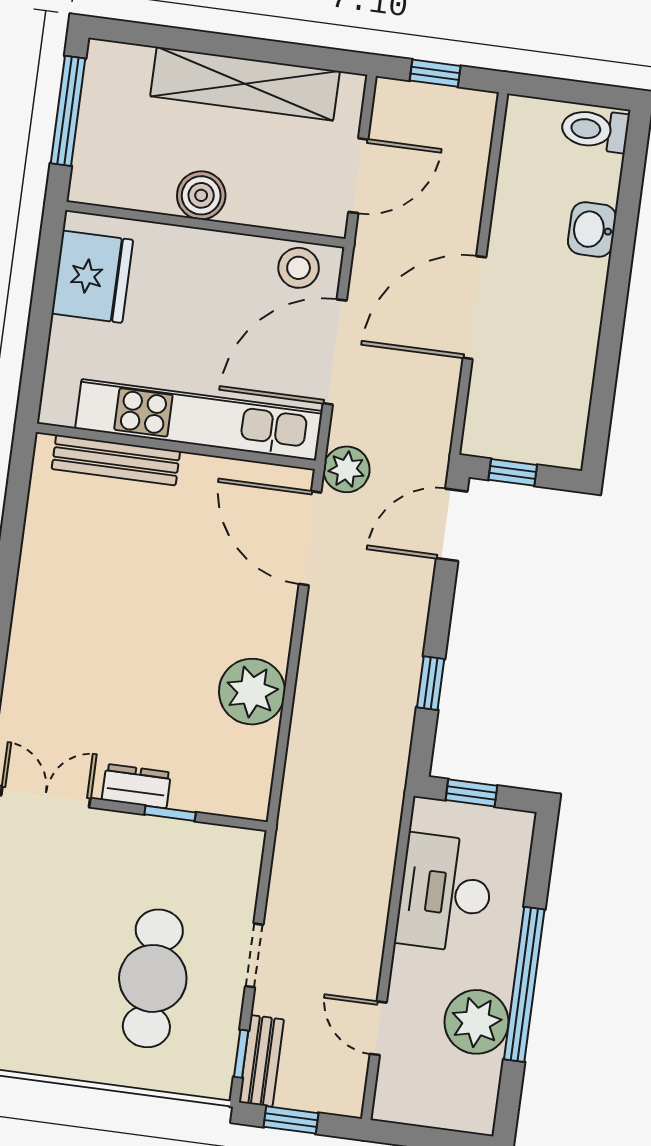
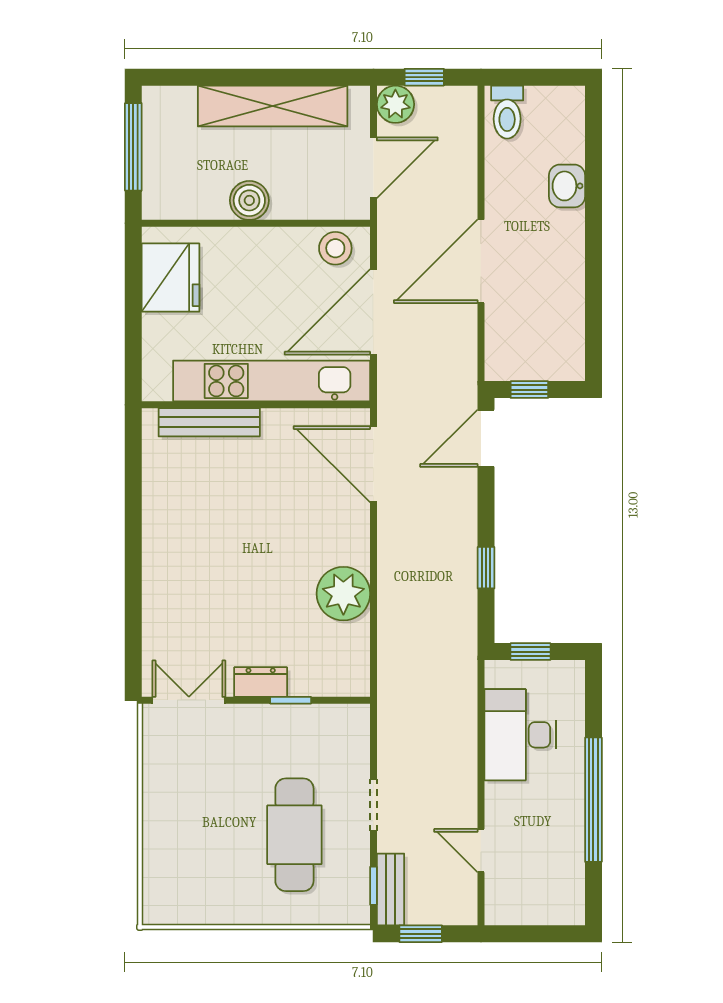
toilet: (595, 130) -> (507, 112), moved, turned -90
plant: (346, 469) -> (395, 104), moved
plant: (476, 1022) -> (559, 835), removed

